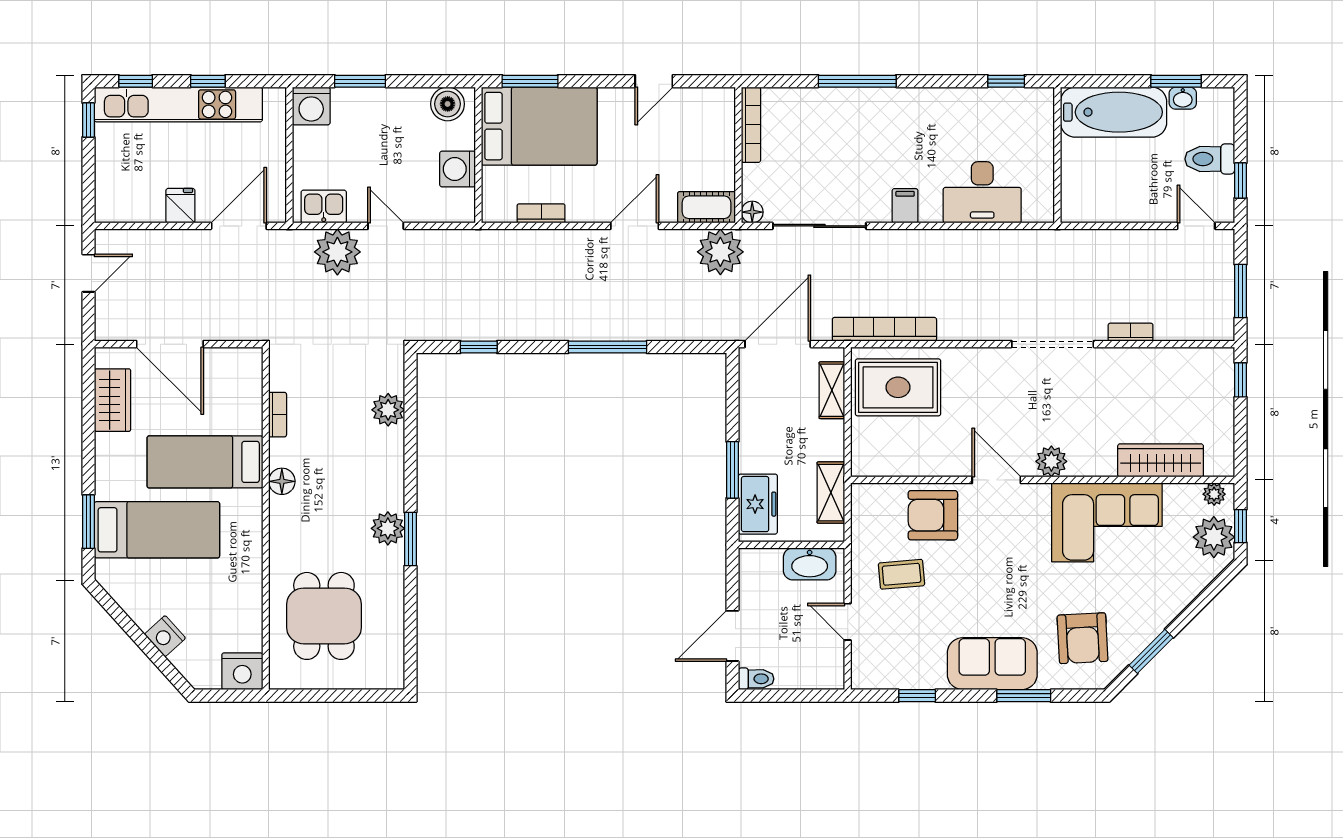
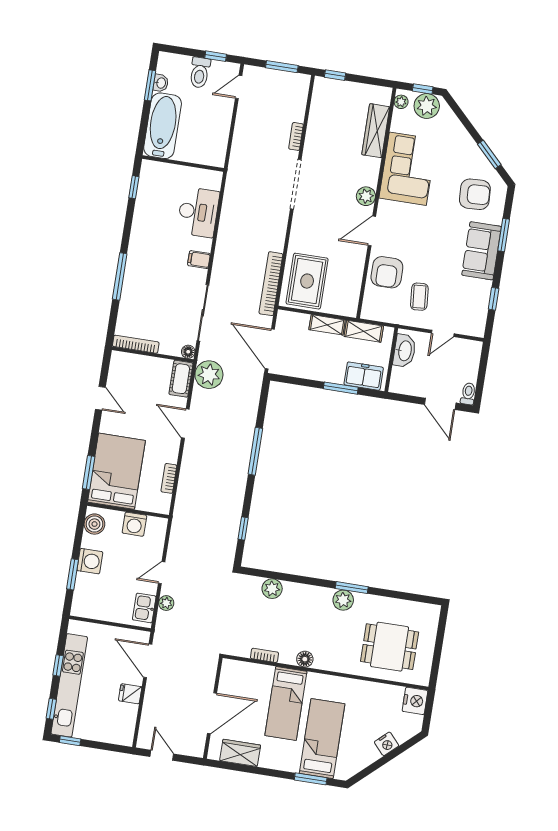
washing machine: (311, 106) -> (90, 561), moved
plant: (337, 252) -> (166, 603), width x0.53, depth x0.53
shelving: (832, 390) -> (327, 325), moved

